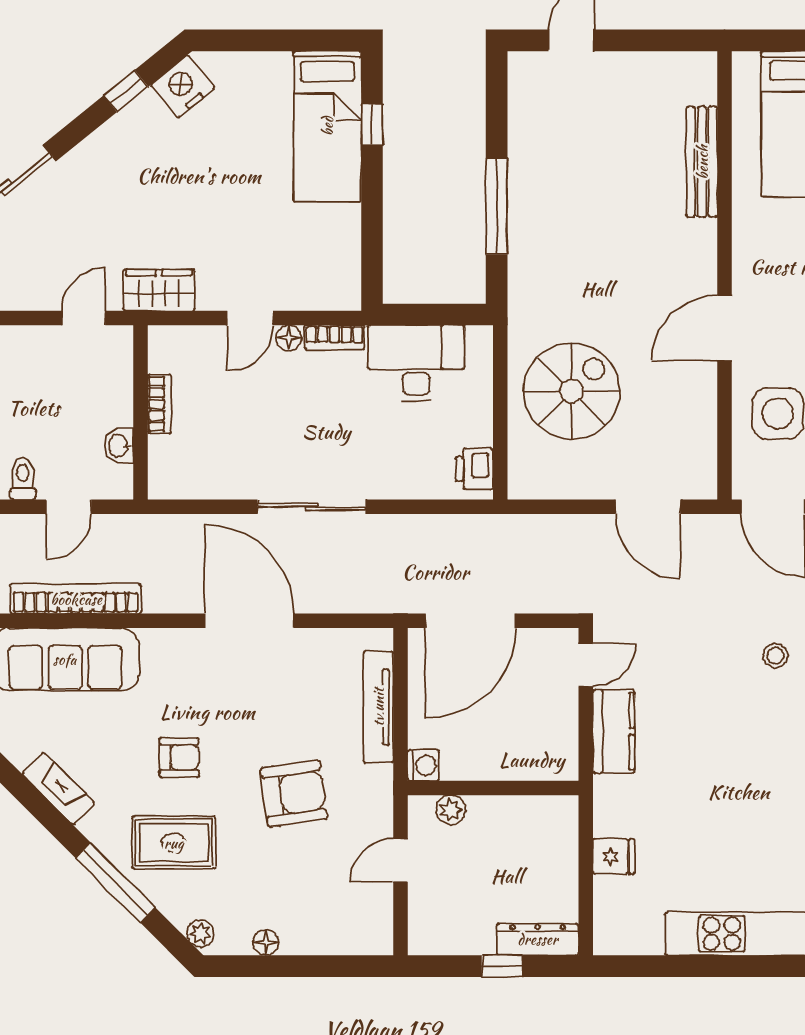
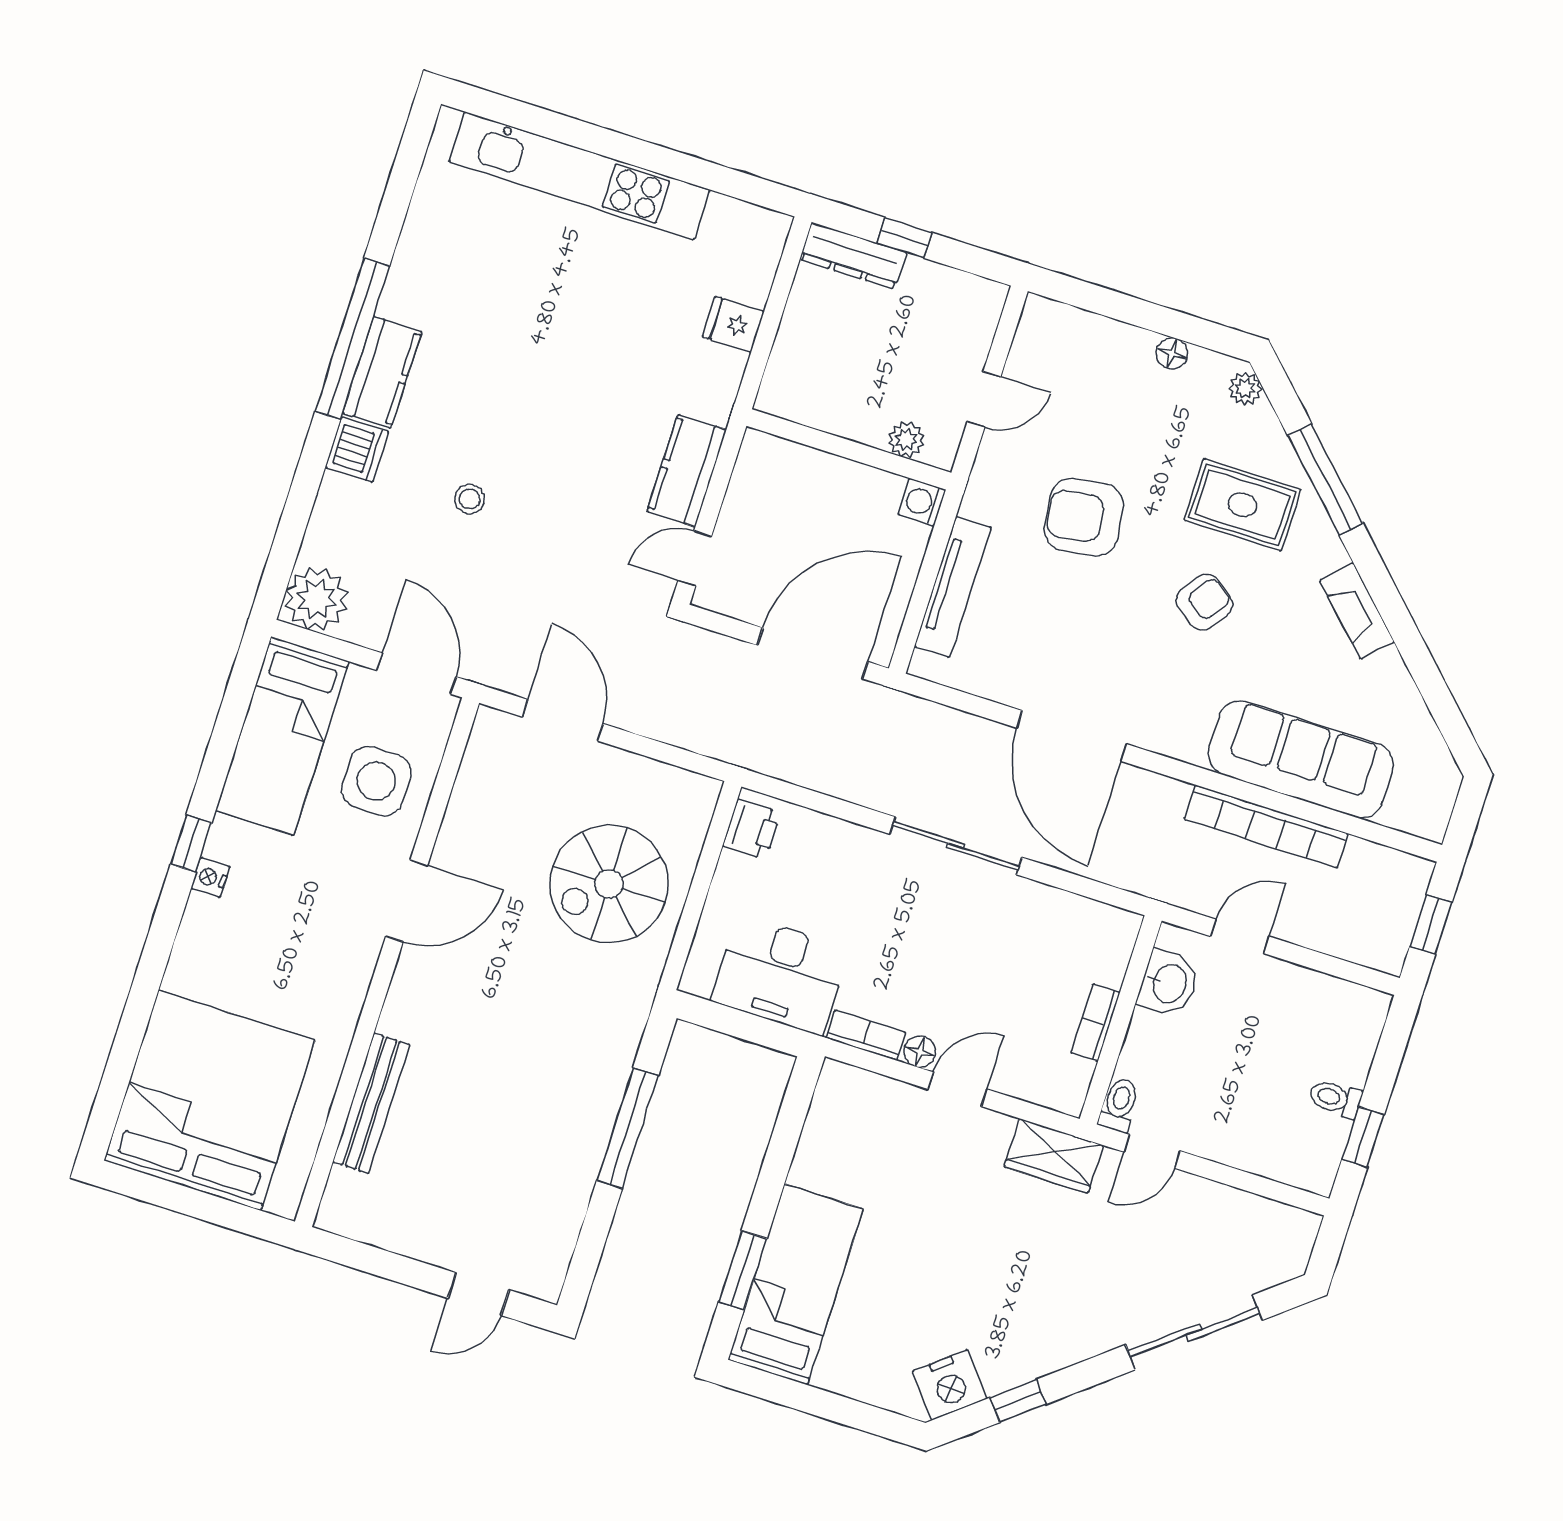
window: (372, 124) -> (743, 1270), width x1.50
washbasin: (119, 446) -> (1168, 983), width x1.38, depth x1.45
toilet: (23, 479) -> (1119, 1105), moved, turned 180
armchair: (179, 757) -> (1204, 602), turned 126

